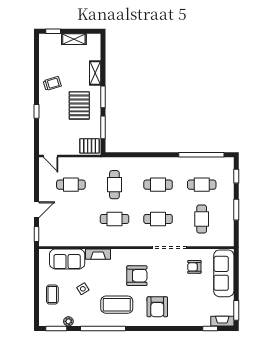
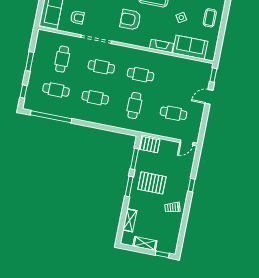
shelving: (95, 73) -> (130, 220), moved
pallet: (79, 105) -> (152, 183), turned 90
door: (51, 156) -> (187, 143), swing flipped

